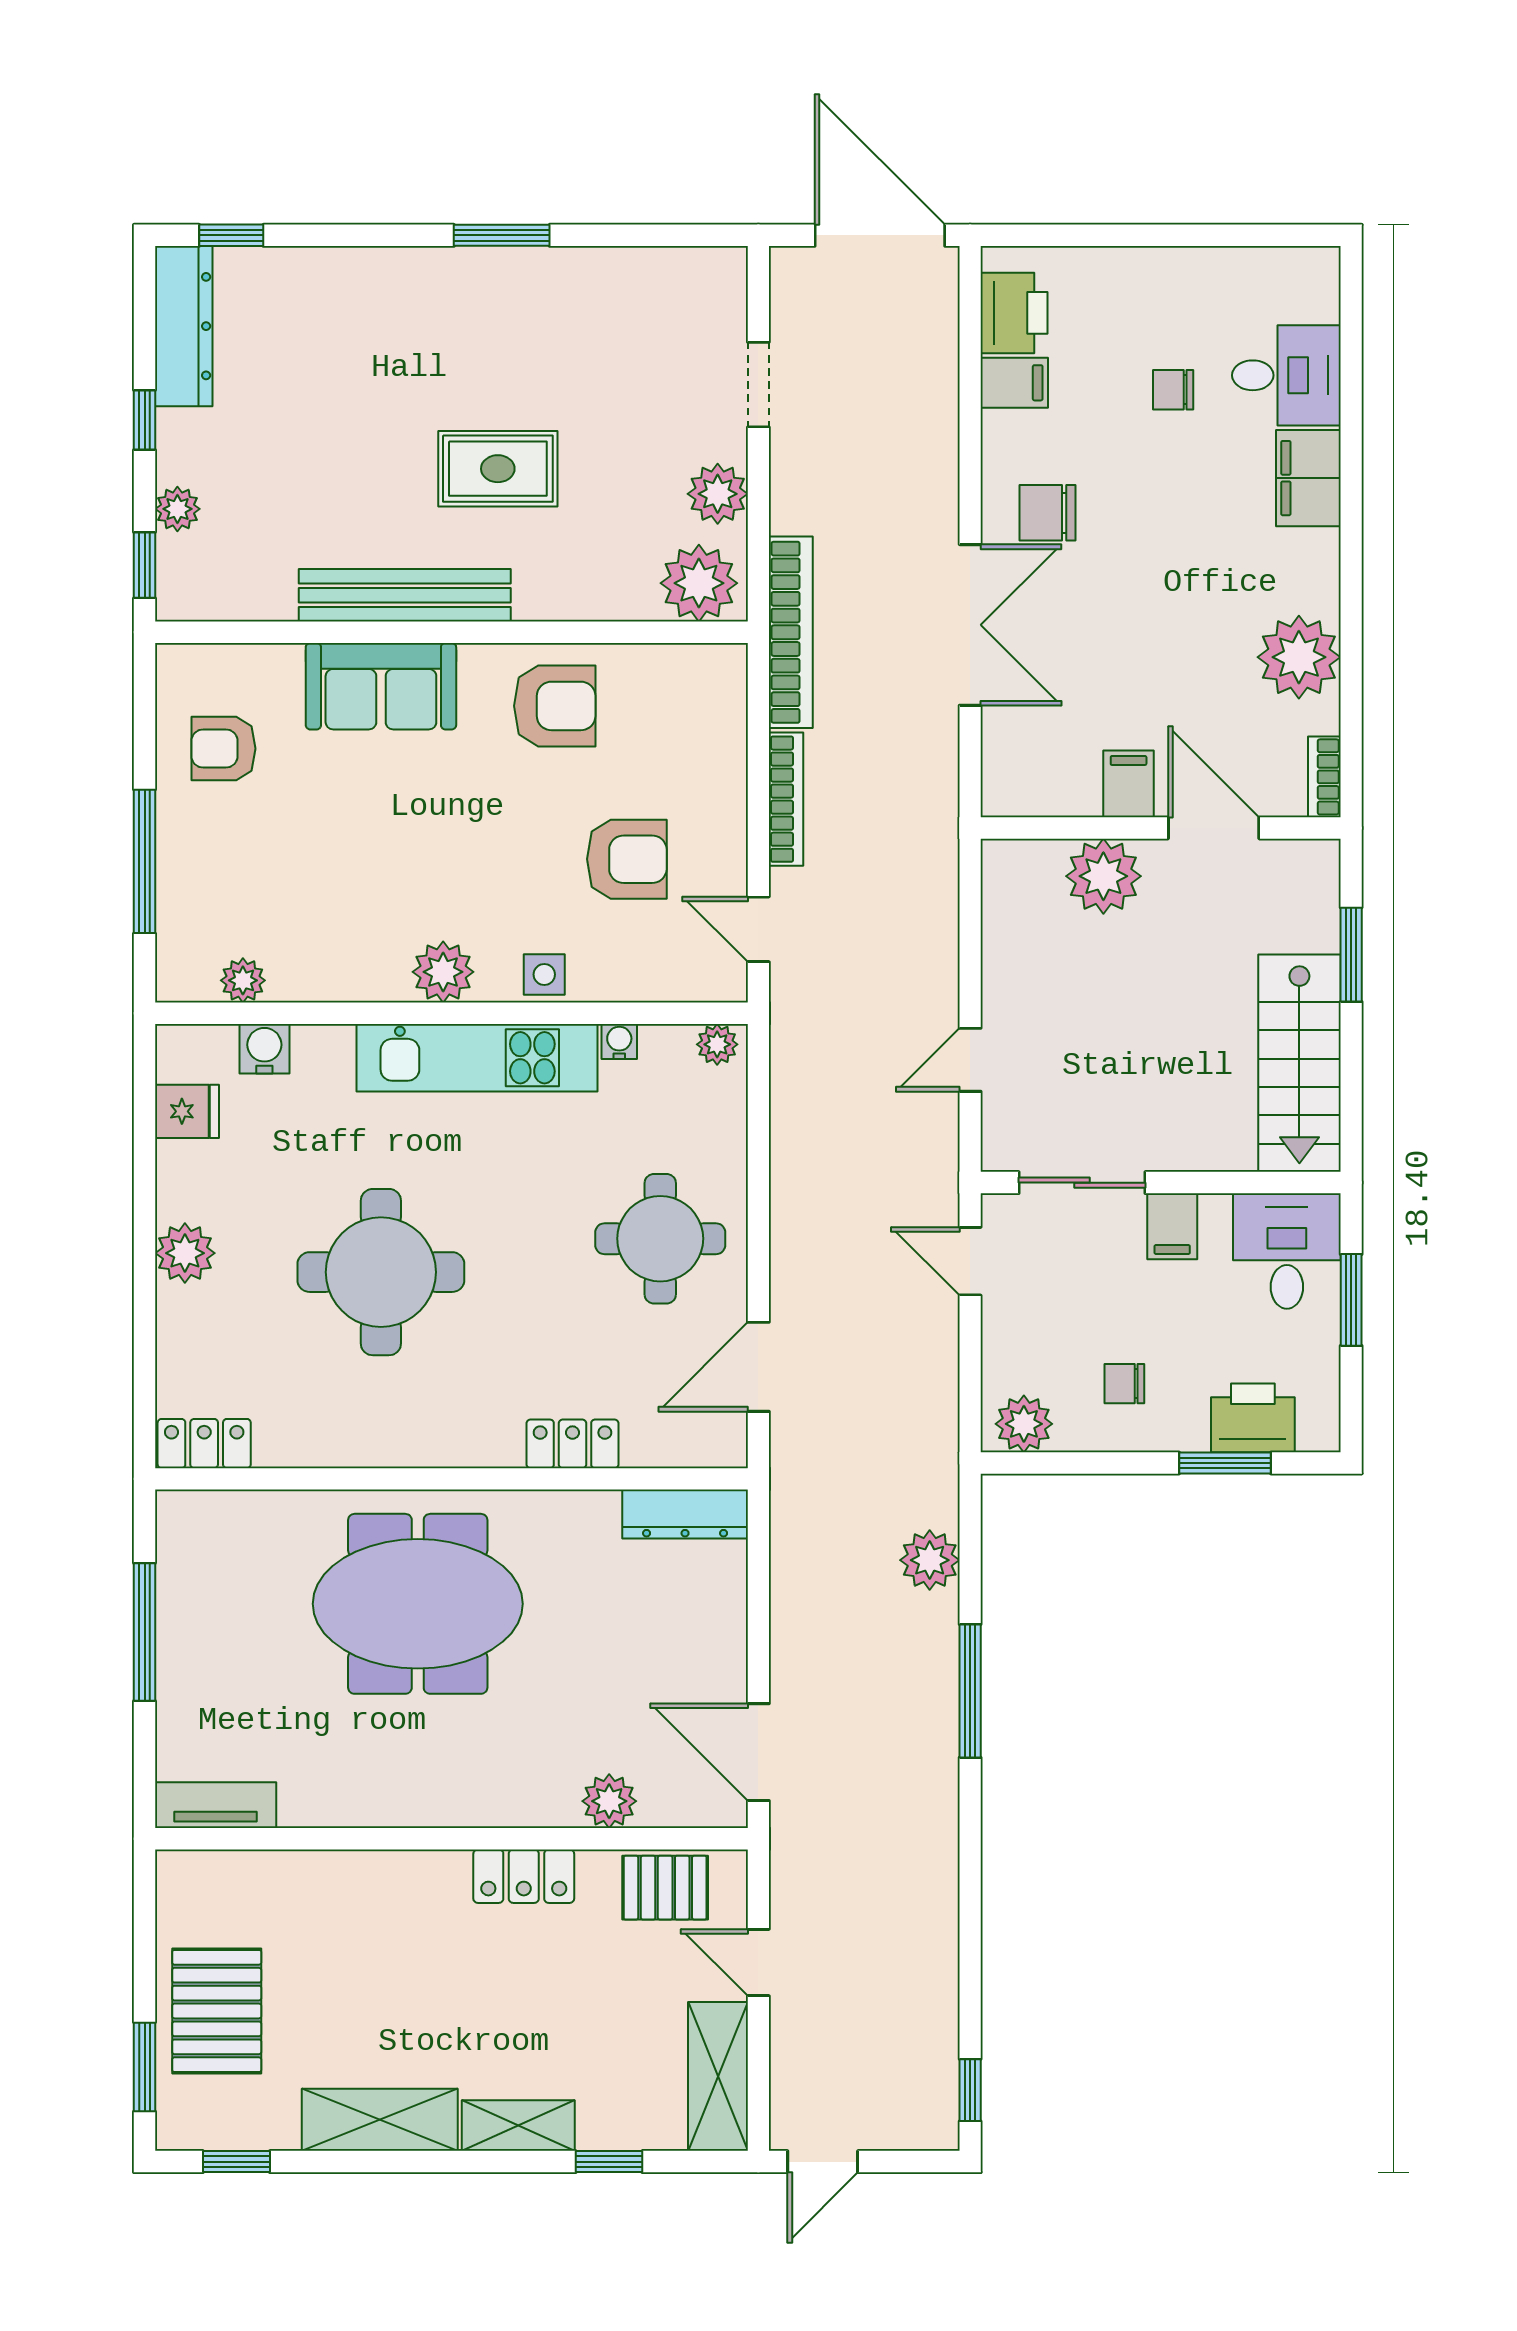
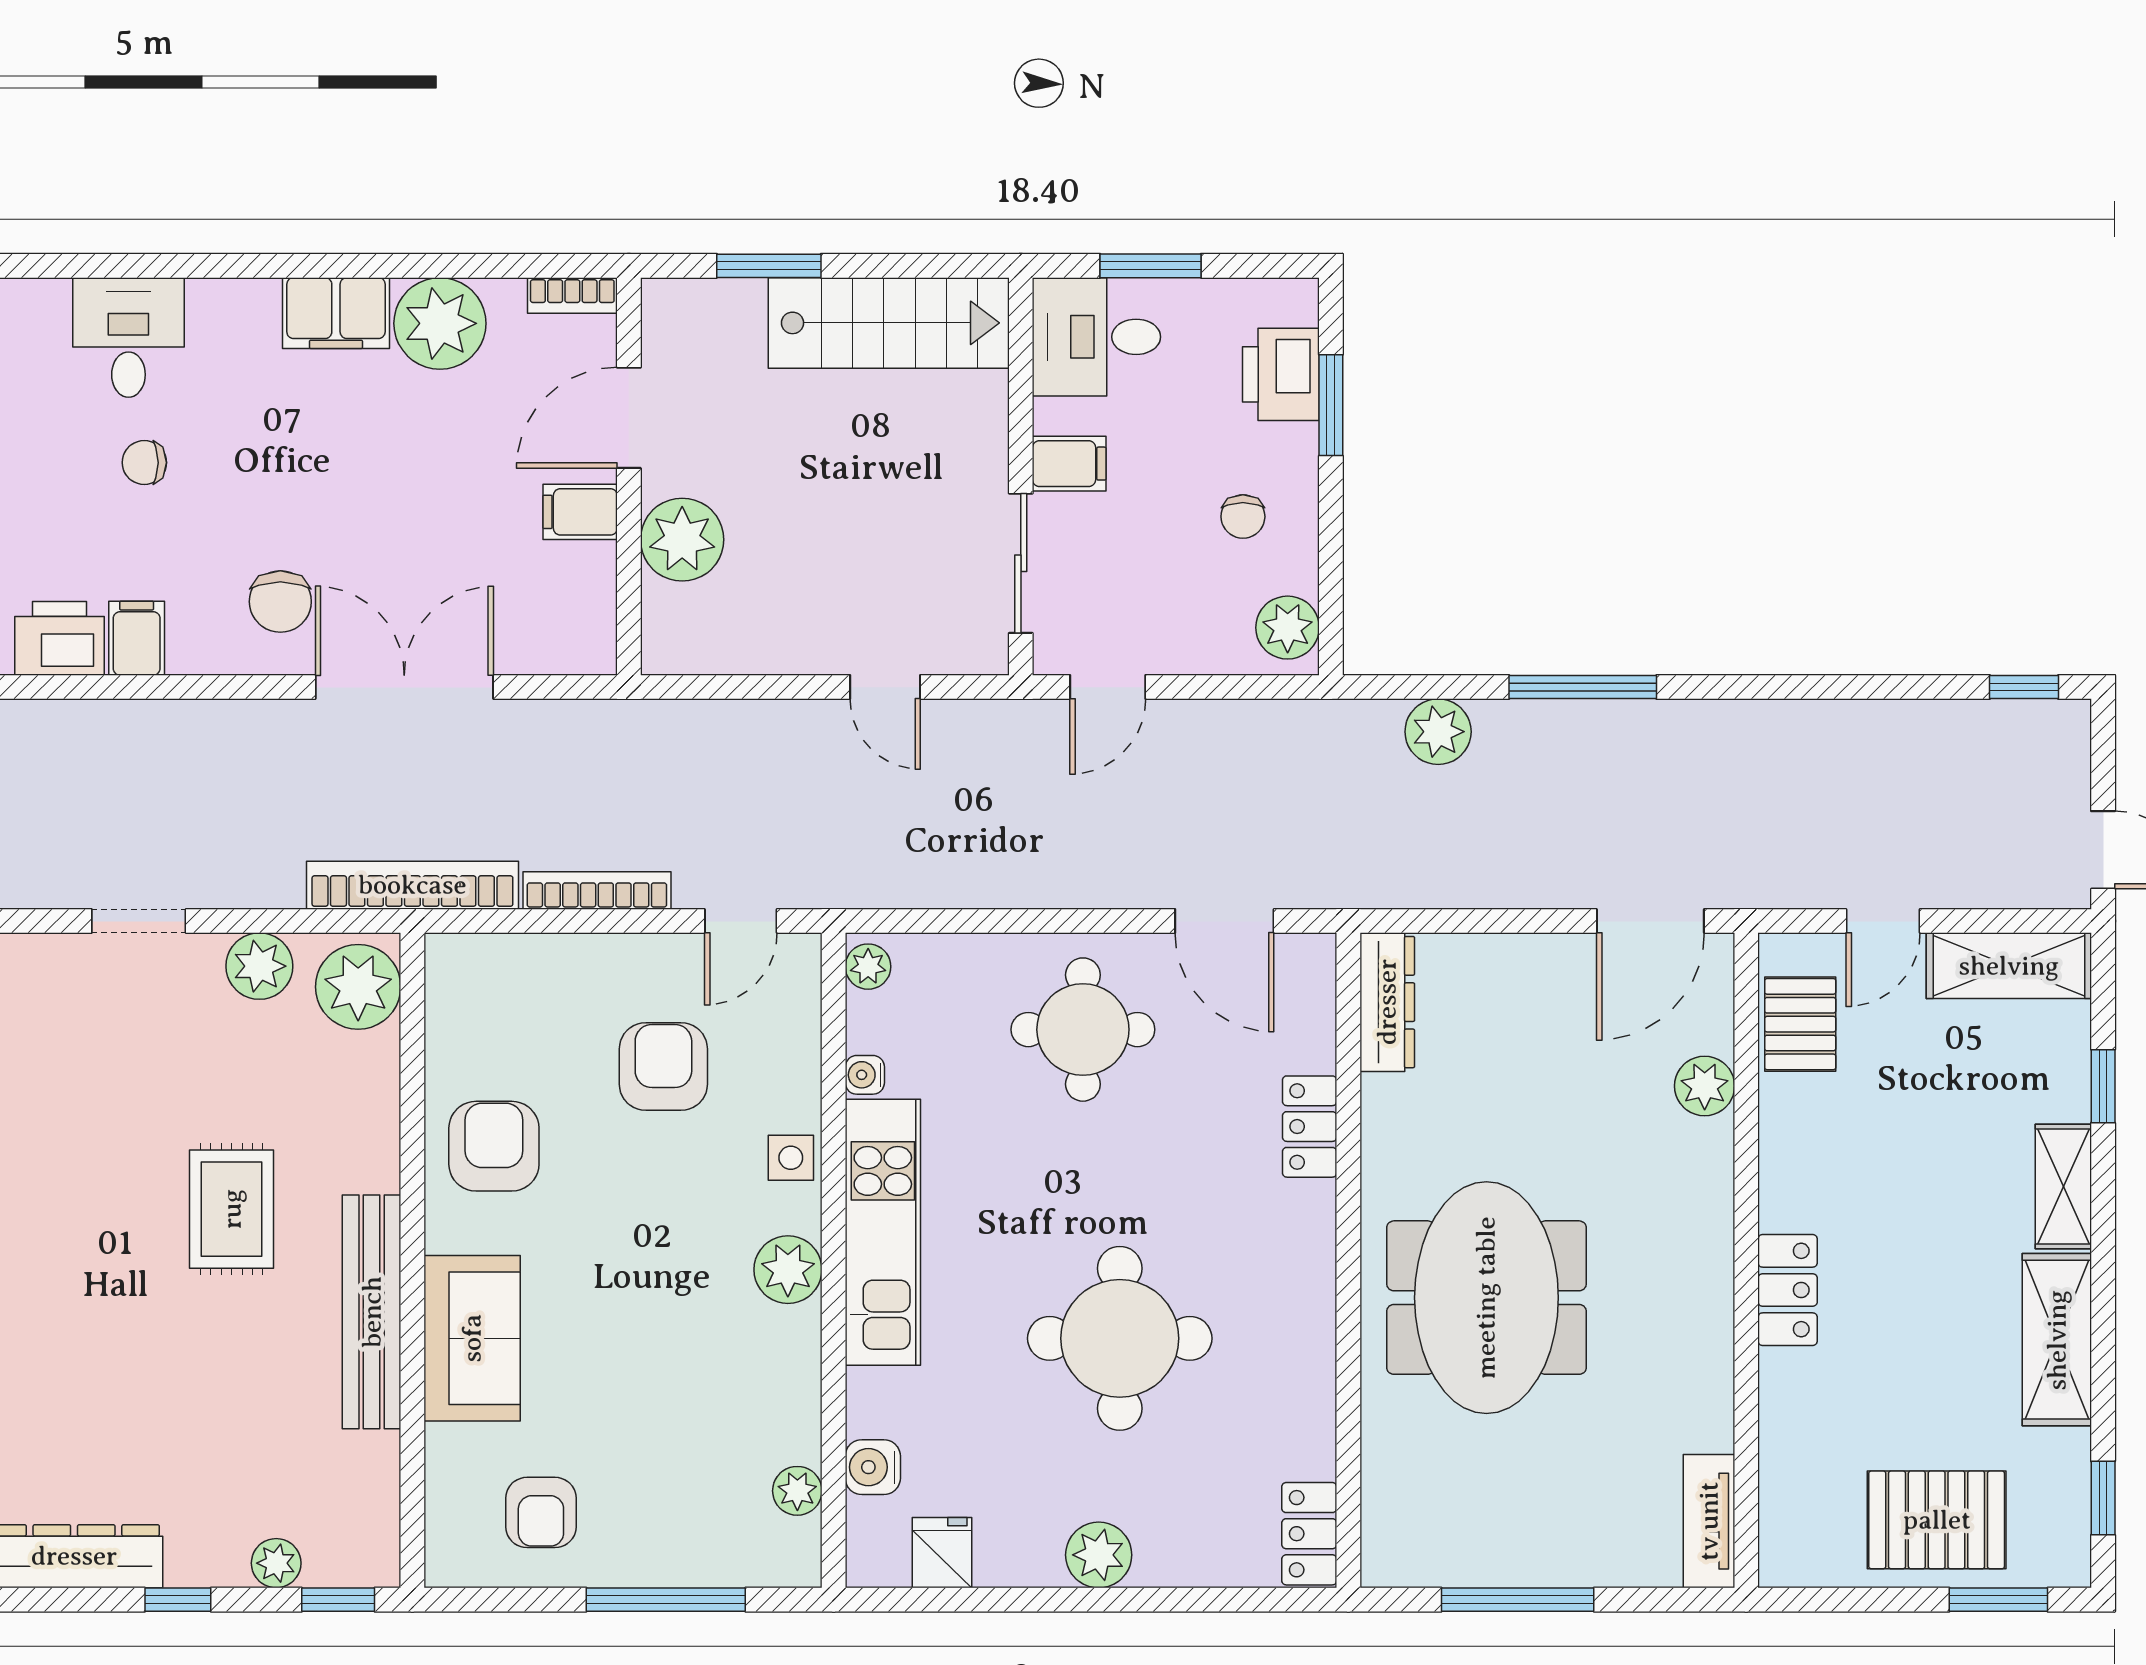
chair: (1173, 390) -> (144, 463), turned 90
filing cabinet: (1308, 478) -> (336, 313), moved
locker: (524, 1876) -> (1788, 1290), moved

